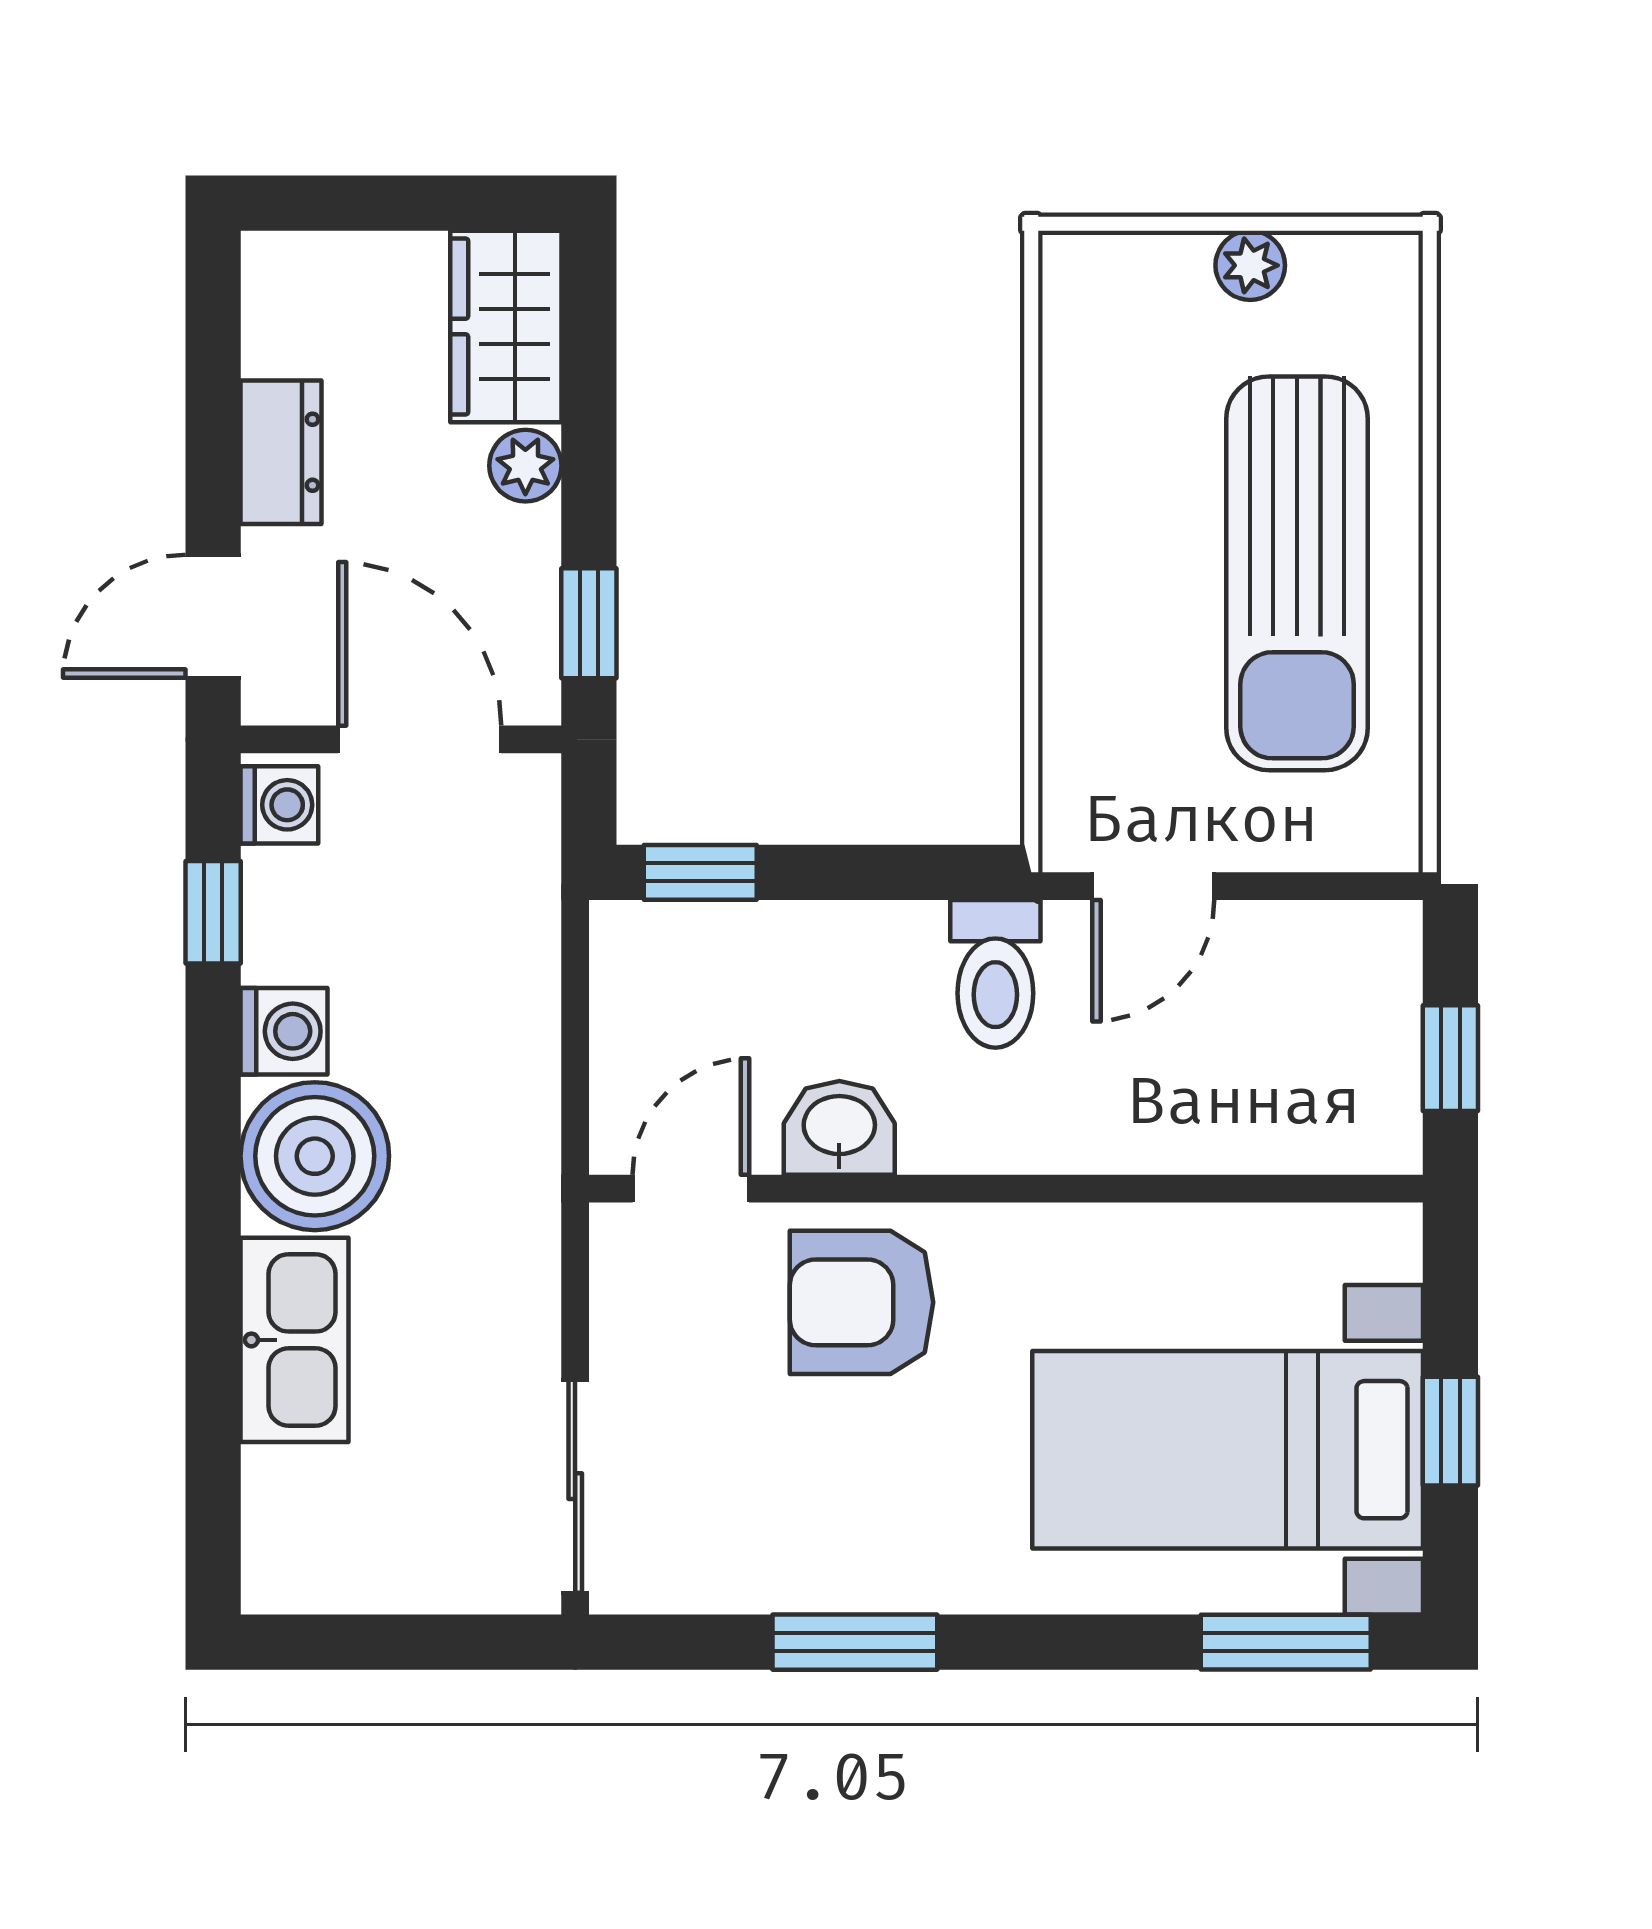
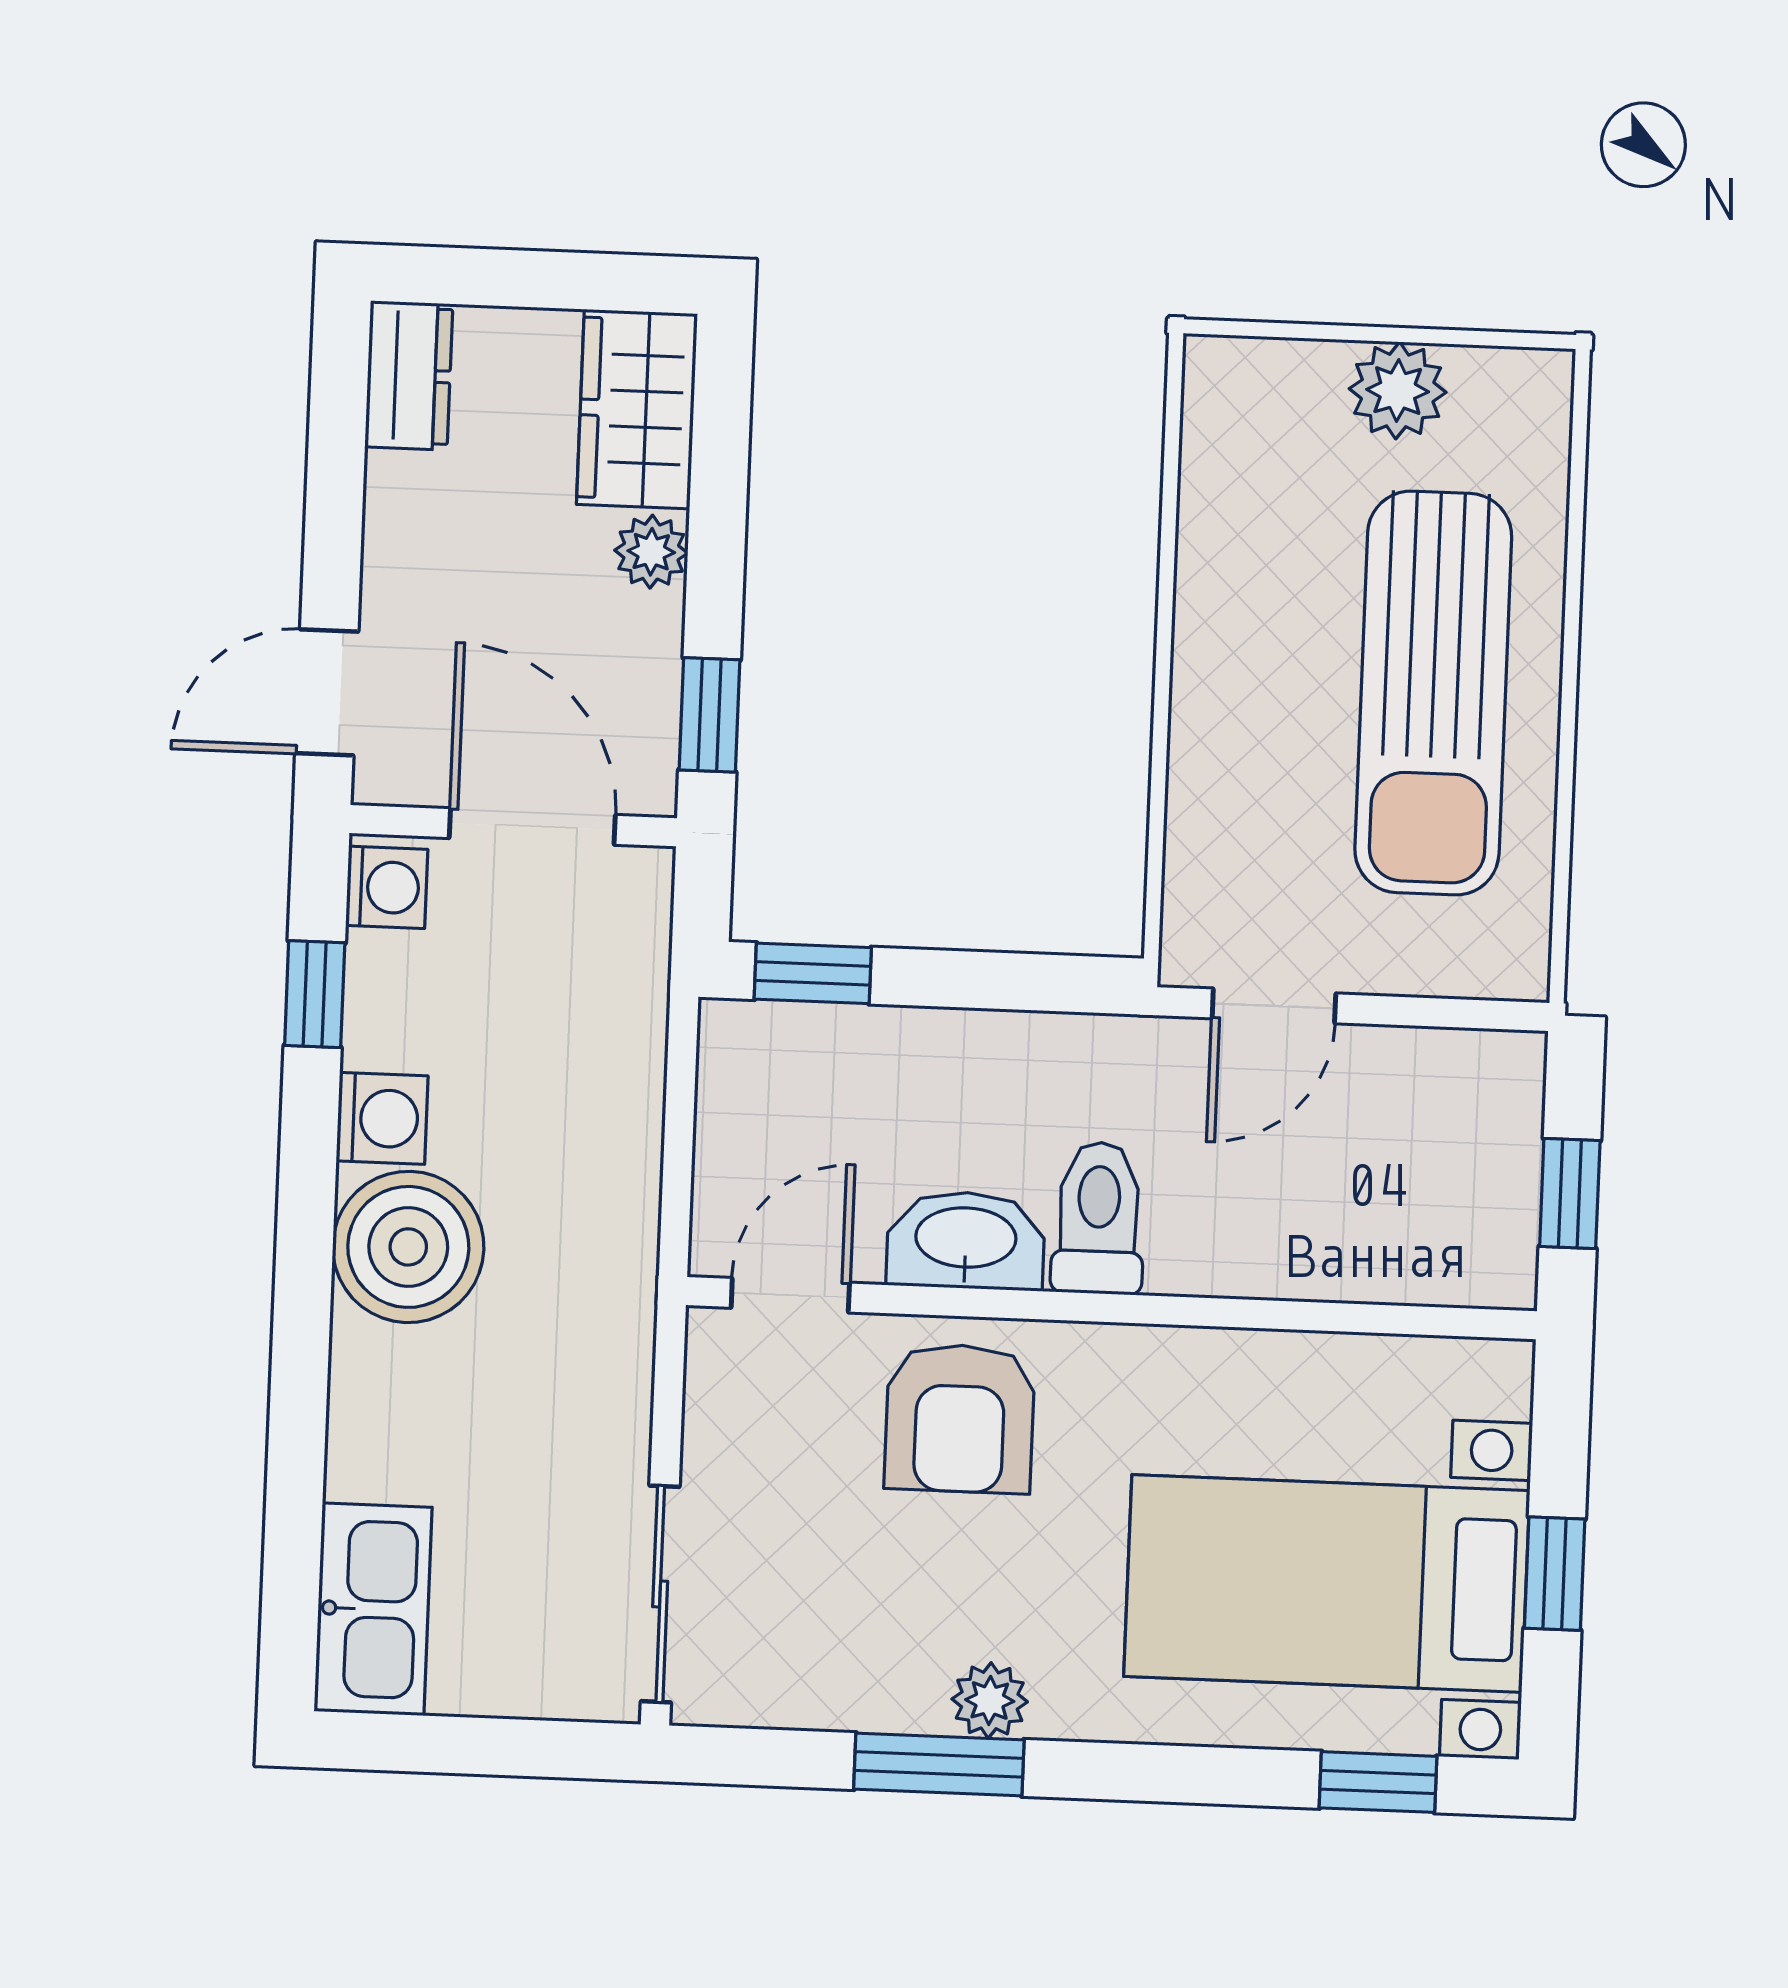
plant: (1250, 265) -> (1398, 391), width x1.38, depth x1.38
dresser: (281, 452) -> (409, 375), moved
toilet: (995, 974) -> (1099, 1218), moved, turned 180
washbasin: (839, 1128) -> (966, 1240), width x1.38
armchair: (862, 1302) -> (960, 1418), turned -90
kitchen sink: (295, 1340) -> (373, 1609), moved
plant: (902, 1578) -> (990, 1700), added
window: (1286, 1642) -> (1378, 1782), width x0.67

